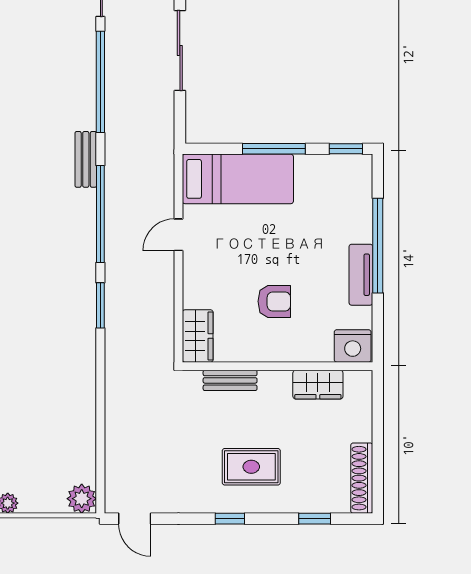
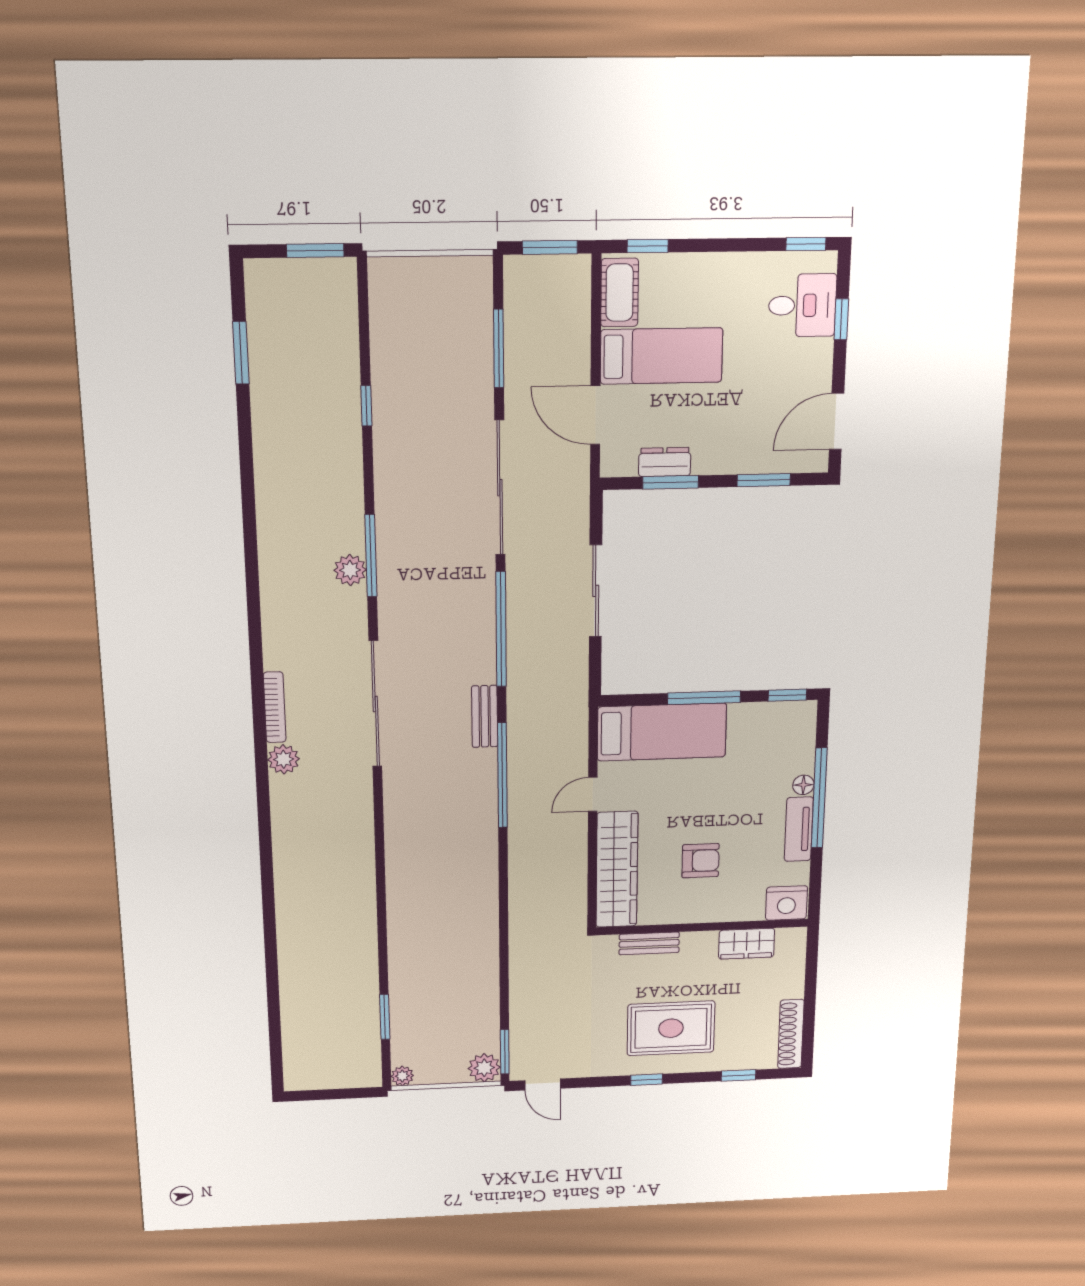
floor lamp: (363, 233) -> (803, 785), added
window: (100, 305) -> (505, 1052), moved
wardrobe: (198, 336) -> (617, 870), width x2.10, depth x1.17
rug: (251, 467) -> (671, 1028), width x1.36, depth x1.43

